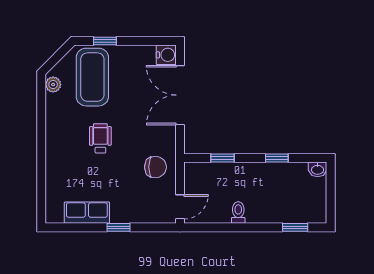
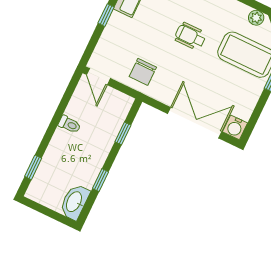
wheelchair: (100, 138) -> (190, 36), turned 180
washbasin: (318, 169) -> (74, 202), width x1.91, depth x1.45

